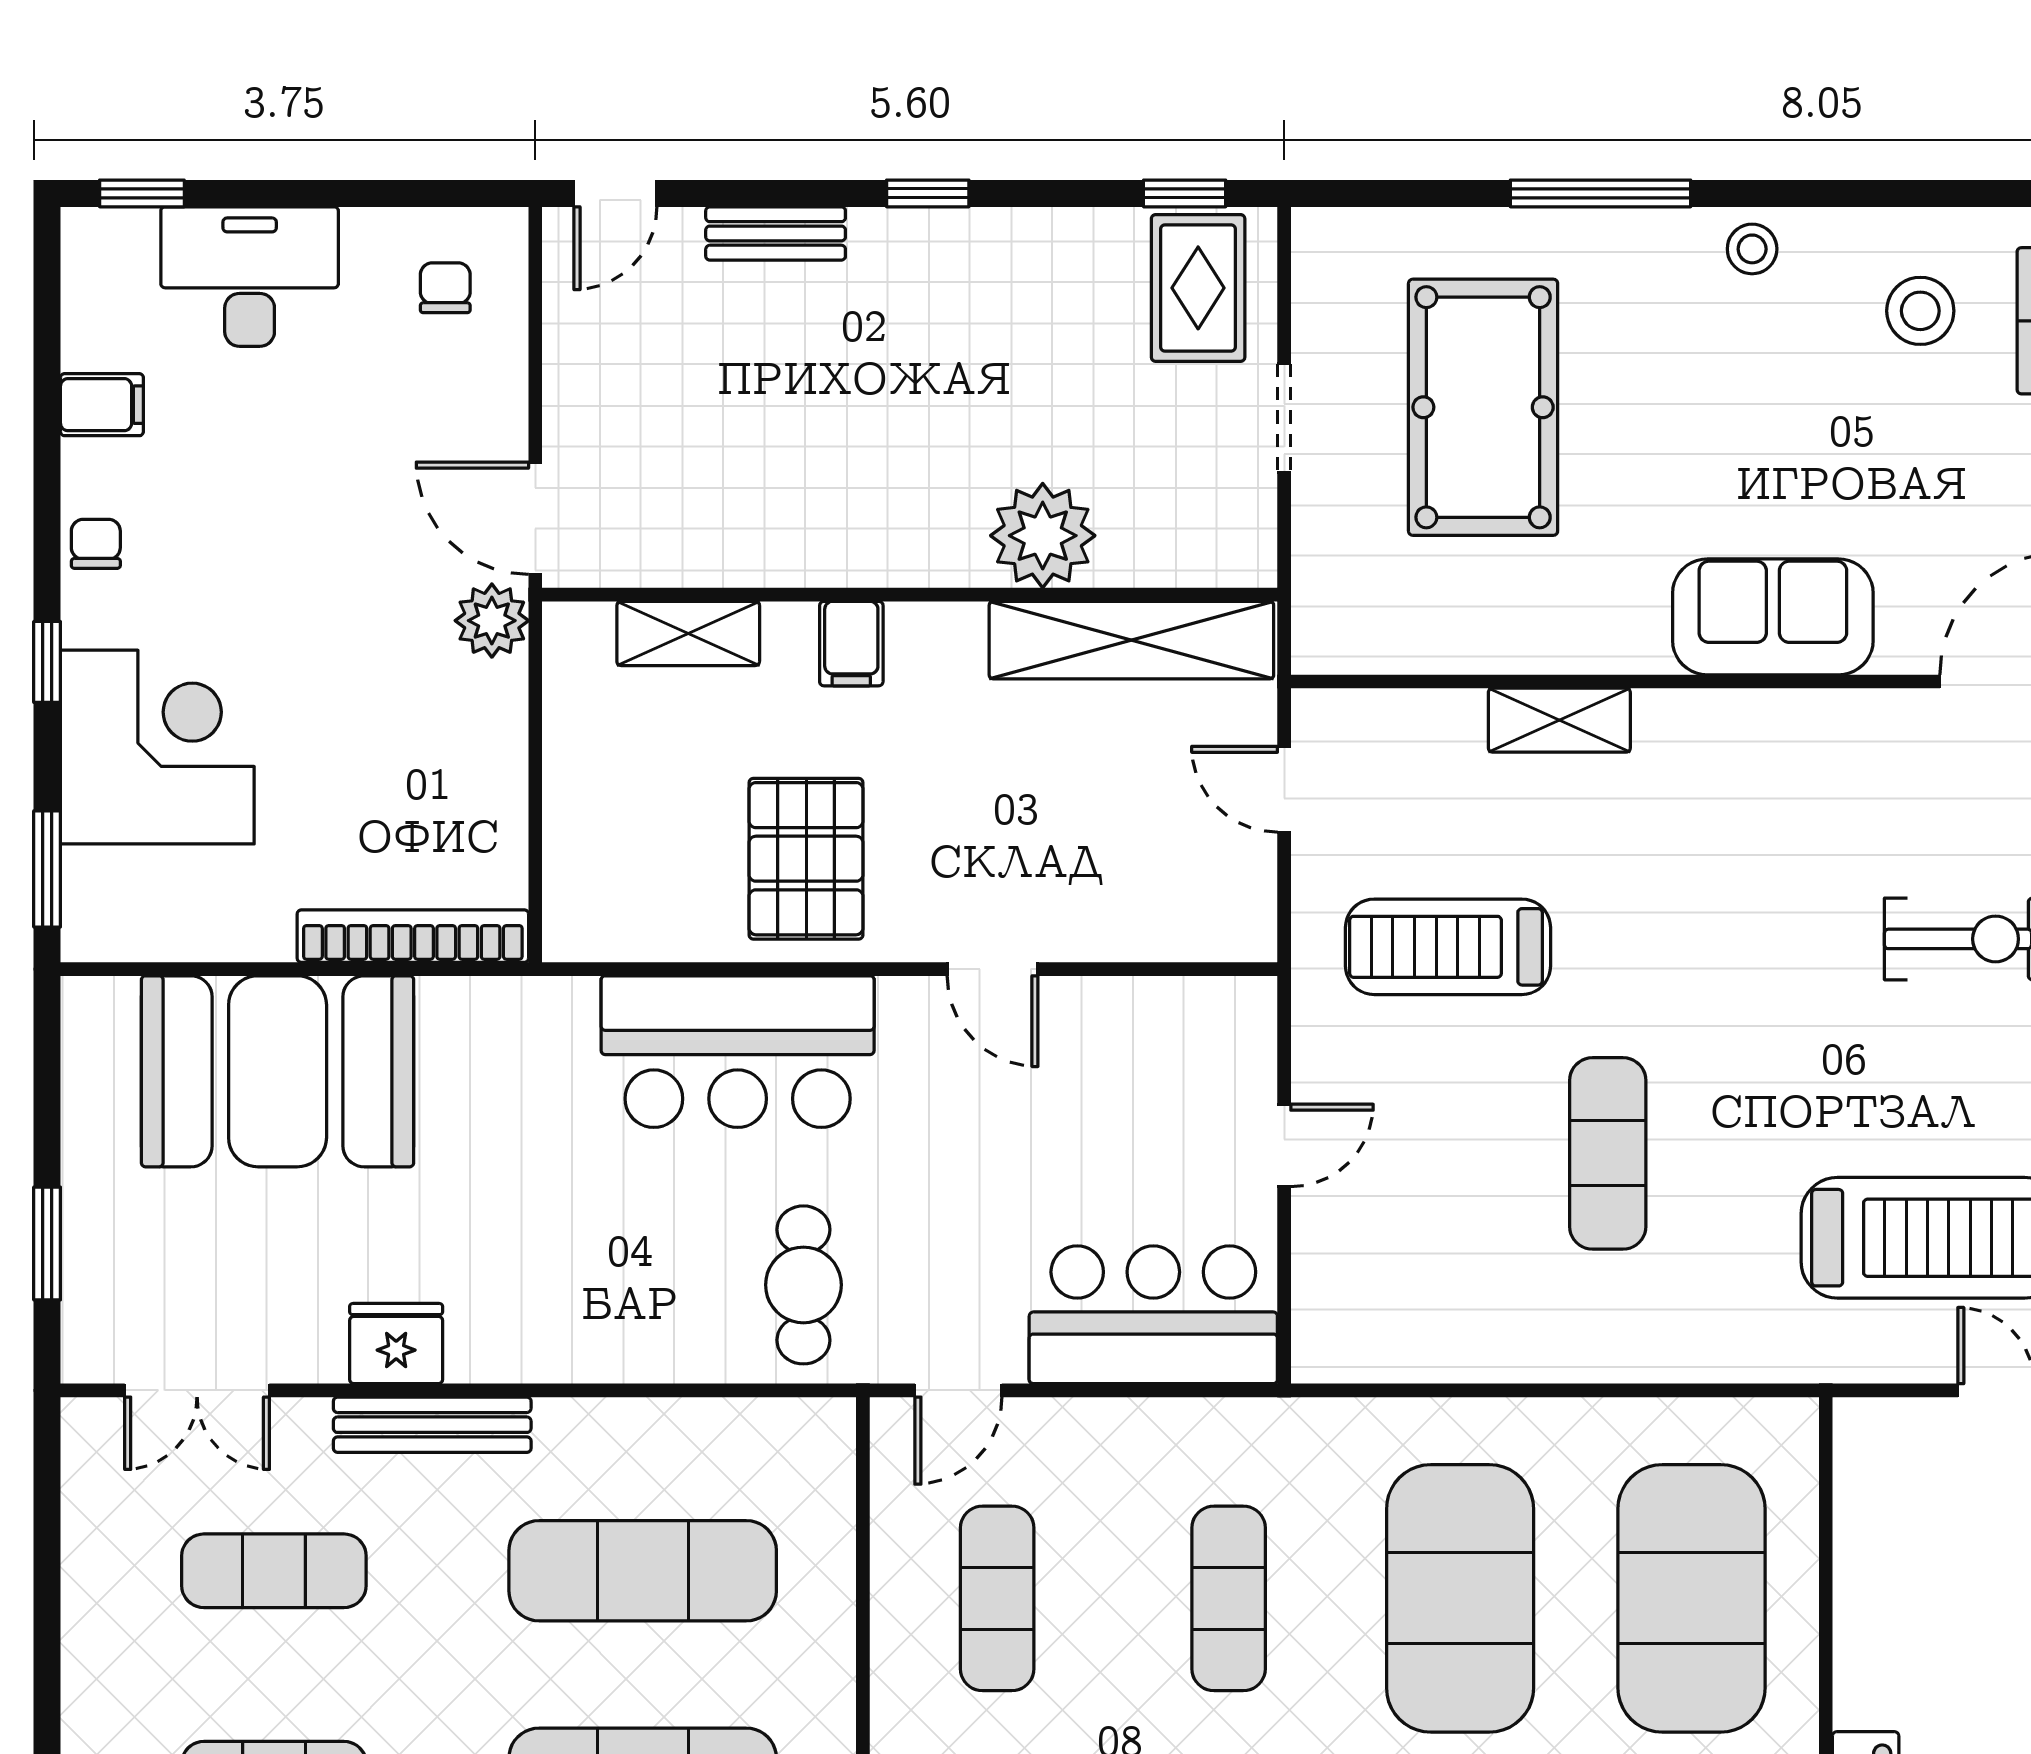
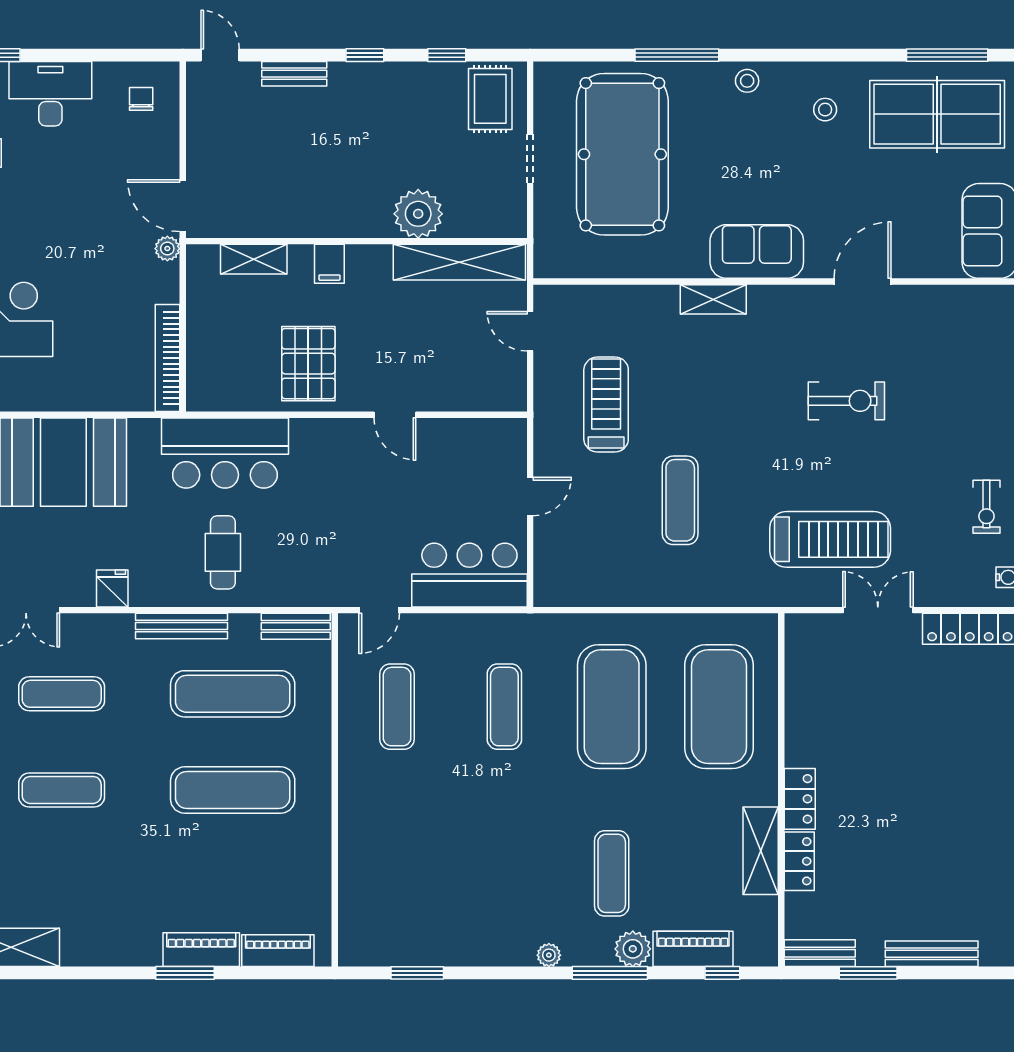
door: (615, 193) -> (220, 55), swing flipped
window: (1185, 193) -> (447, 55), moved
stool: (1920, 311) -> (825, 110), width x0.73, depth x0.73
pool table: (1483, 407) -> (622, 154), width x1.36, depth x1.32
plant: (492, 621) -> (167, 249), width x0.73, depth x0.73
shelving: (1559, 720) -> (713, 299), moved
bookcase: (413, 936) -> (168, 358), moved, turned -90
treadmill: (1448, 947) -> (606, 404), turned 90
bar counter: (738, 1052) -> (225, 453), moved
cafe table: (803, 1285) -> (223, 552), moved
fridge: (396, 1344) -> (112, 588), width x0.72
bench: (432, 1425) -> (182, 626), moved
bench: (779, 1425) -> (296, 626), added

